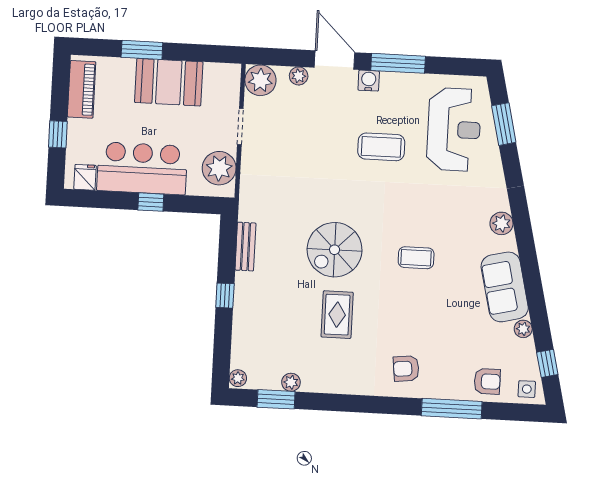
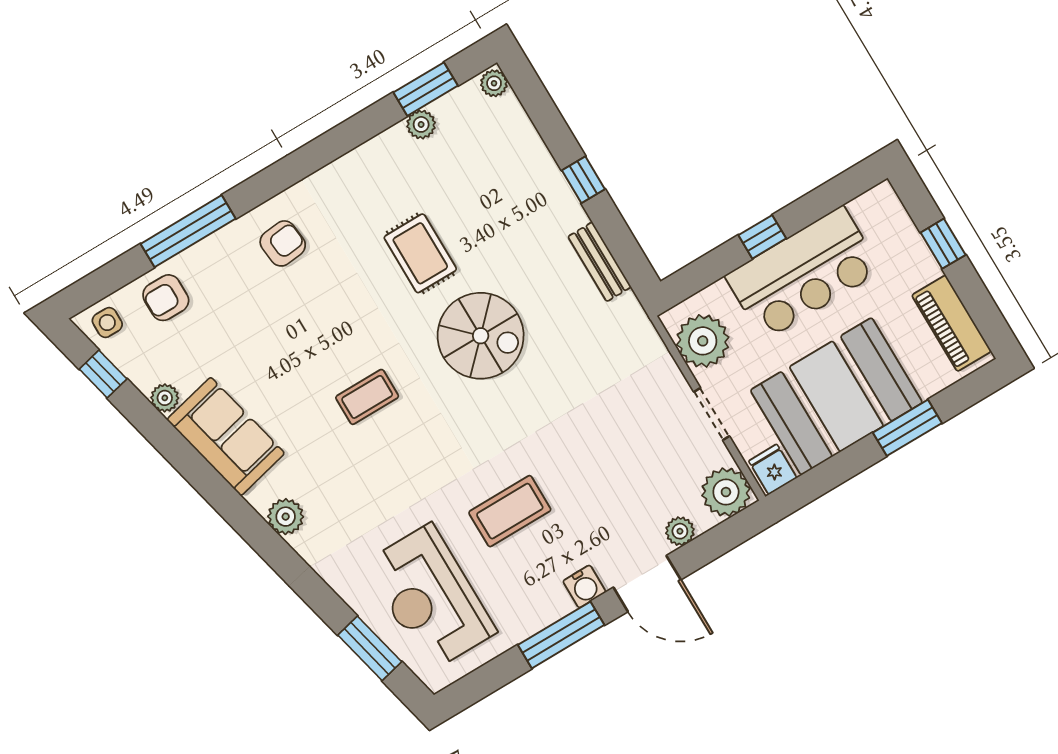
booth: (169, 82) -> (836, 396), width x1.36, depth x1.42
fridge: (85, 177) -> (773, 469), moved, turned 180
spiral stairs: (335, 250) -> (481, 336), turned 90

